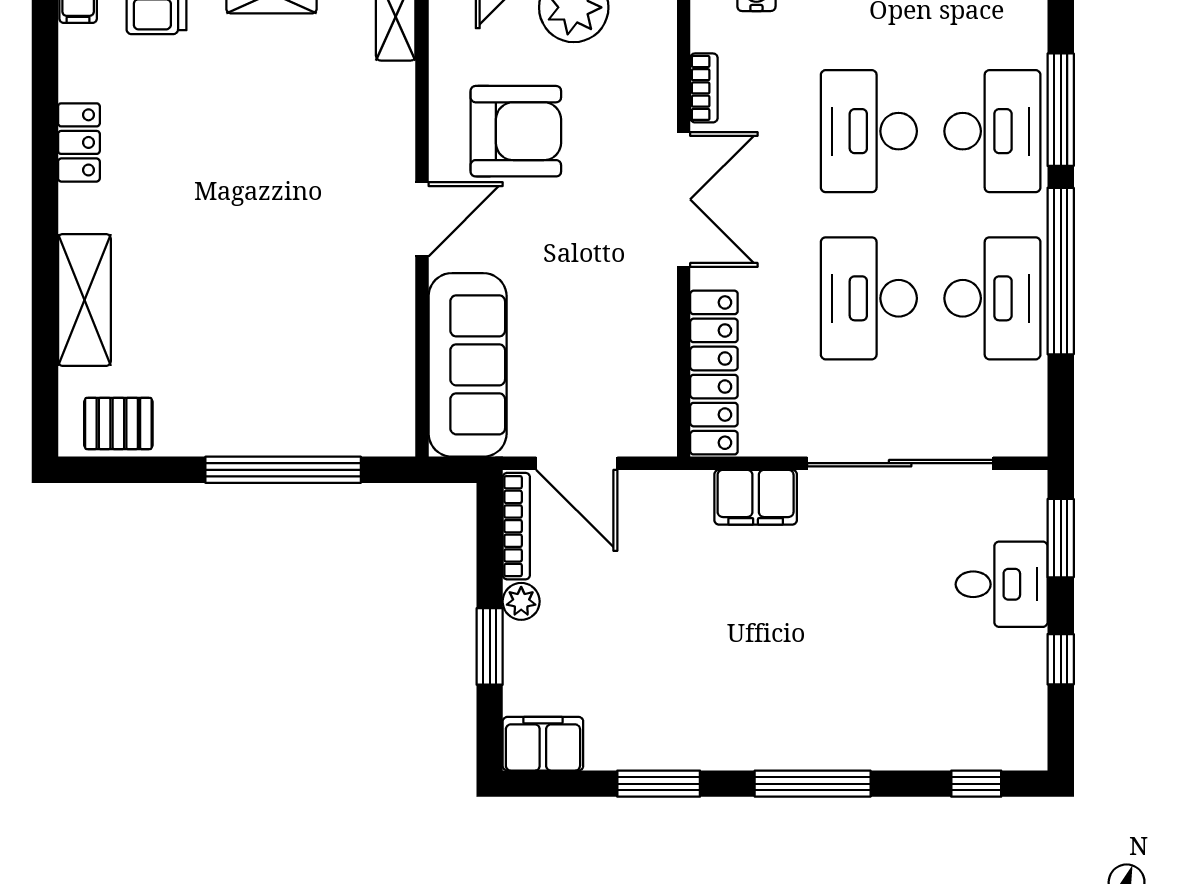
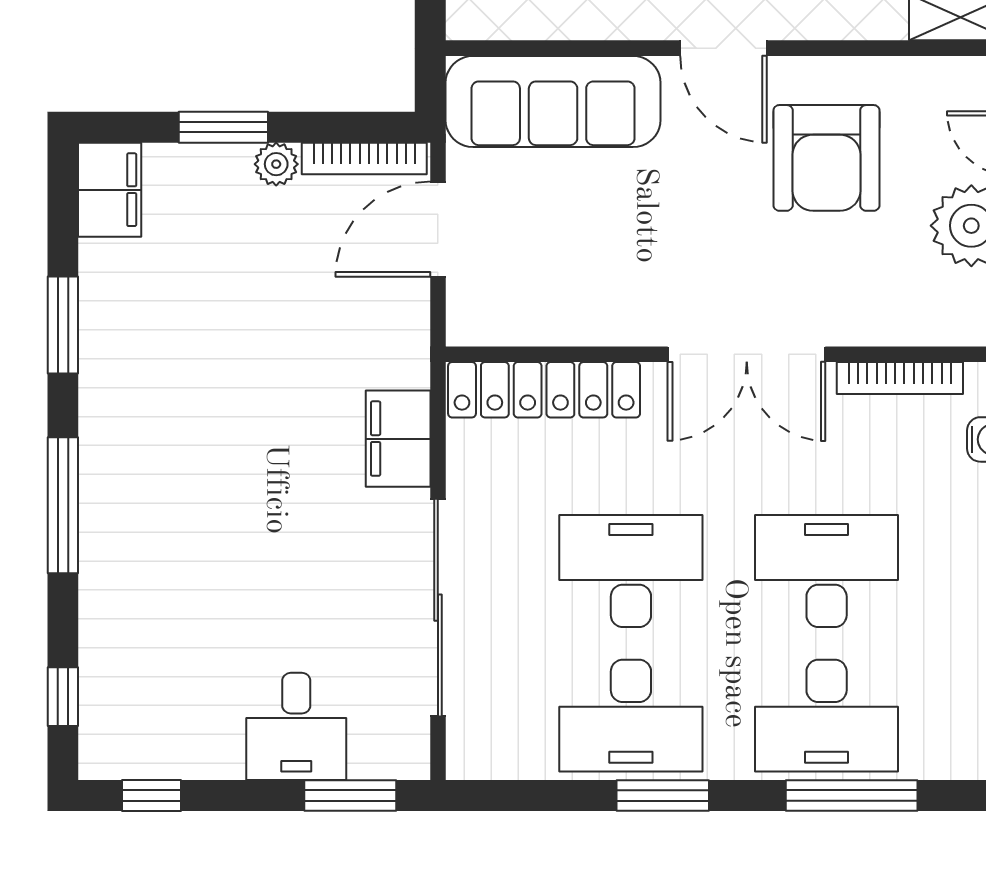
bookcase: (704, 88) -> (900, 378), width x1.56
window: (1061, 271) -> (663, 796), width x0.47
window: (1061, 659) -> (152, 796), moved

